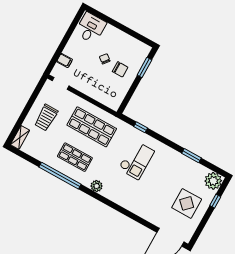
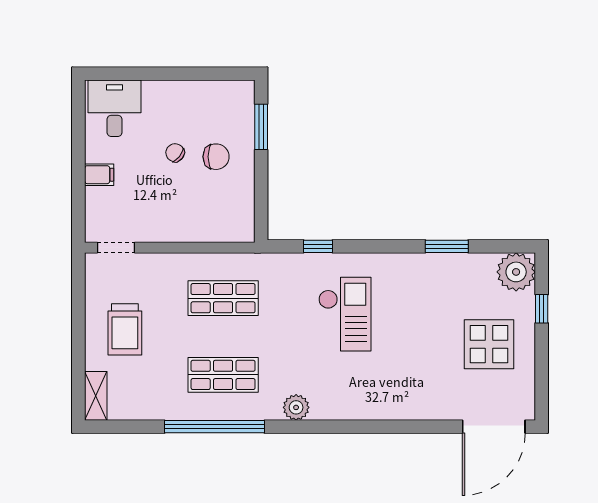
filing cabinet: (65, 61) -> (99, 175), moved
shop shelf: (92, 127) -> (223, 298), width x0.70, depth x0.74

